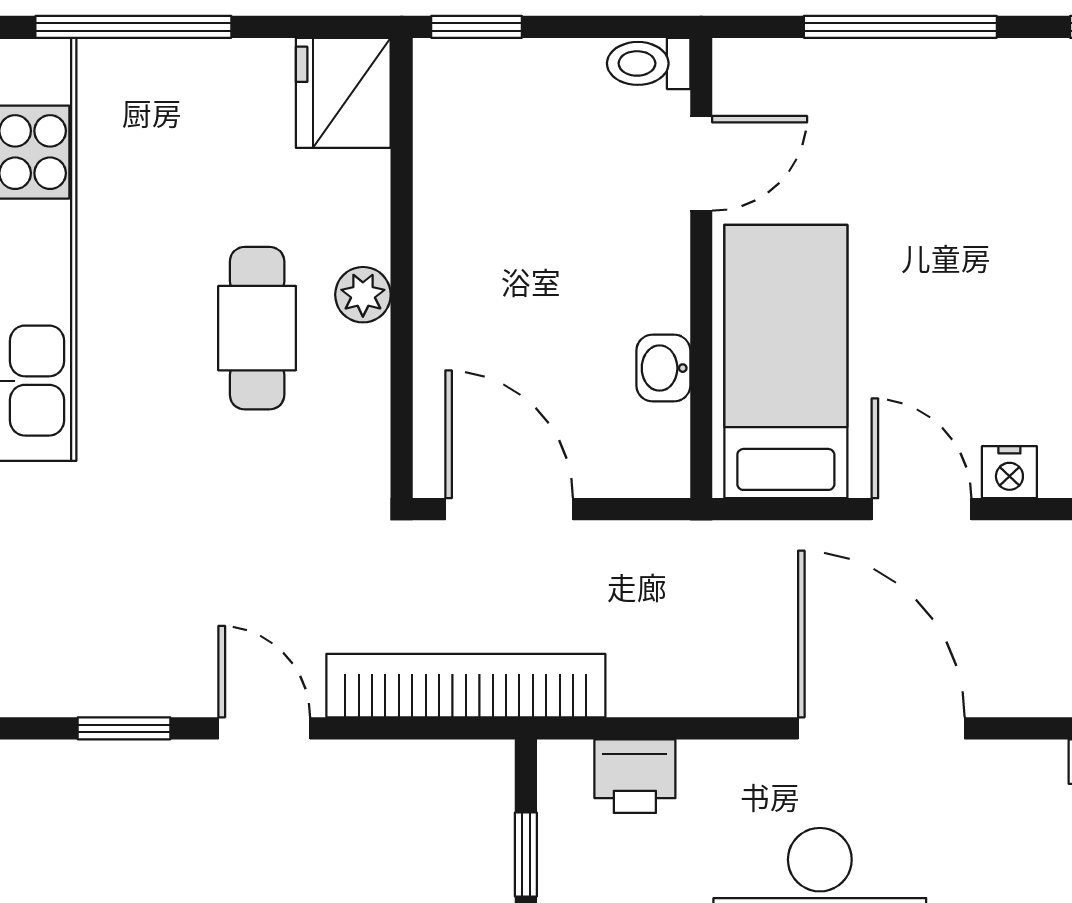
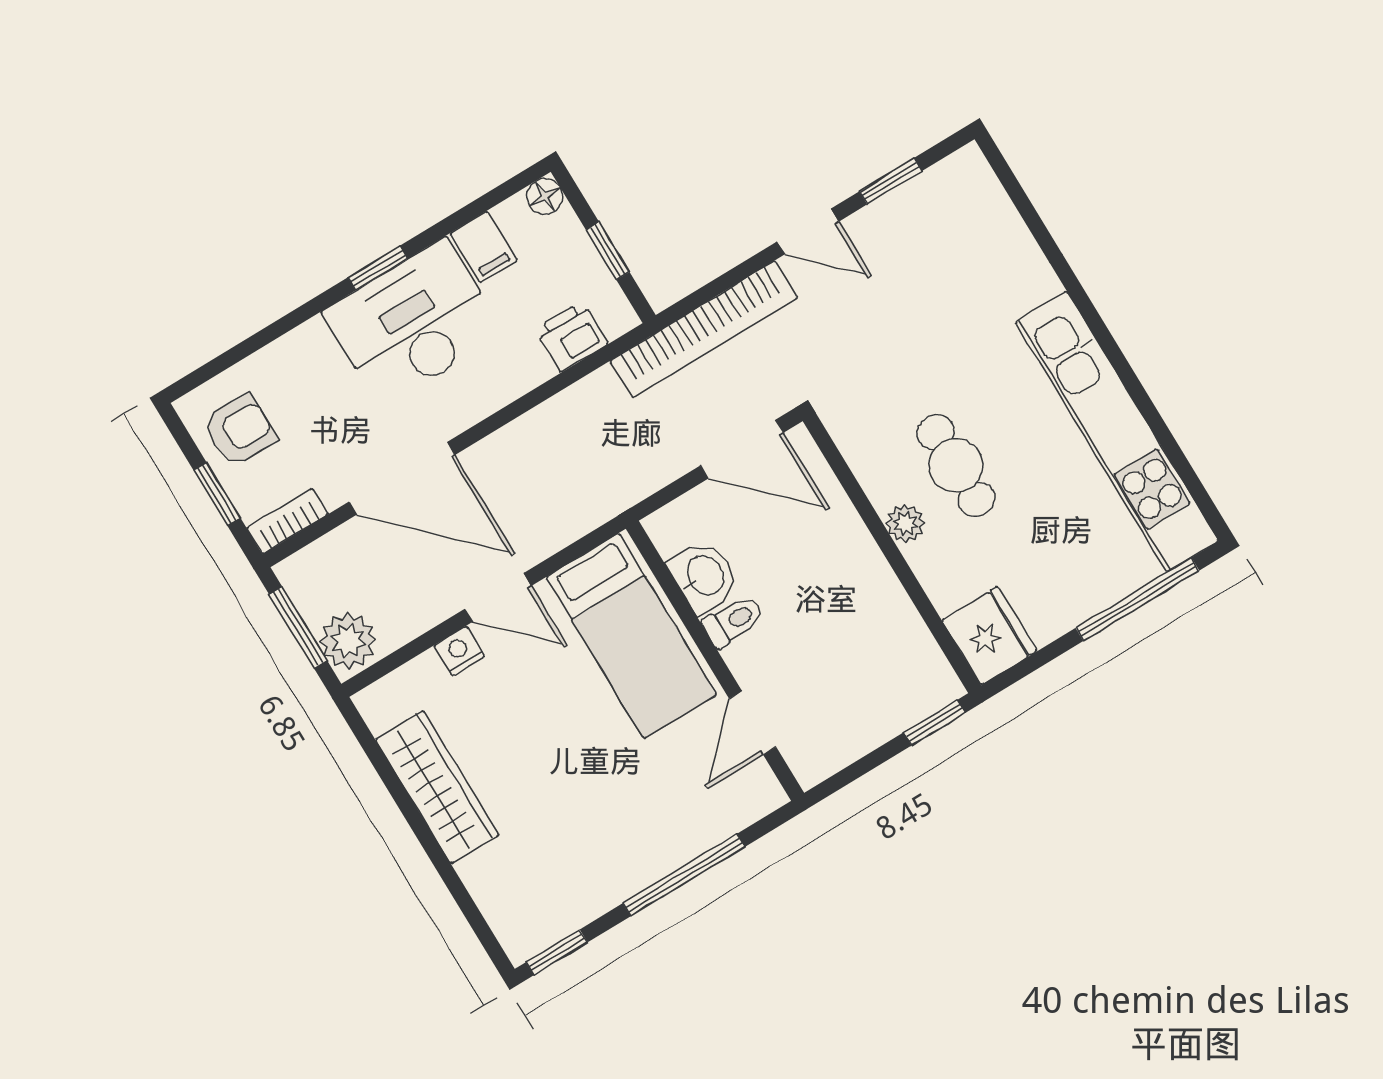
toilet: (649, 63) -> (733, 621), moved
washbasin: (663, 368) -> (704, 576), width x1.38, depth x1.45
door: (881, 728) -> (402, 478), moved

